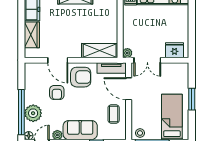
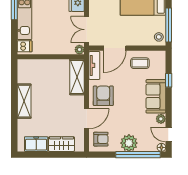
double door: (147, 60) -> (87, 30), swing flipped
armchair: (57, 93) -> (101, 139), moved
plant: (33, 113) -> (129, 143), moved

